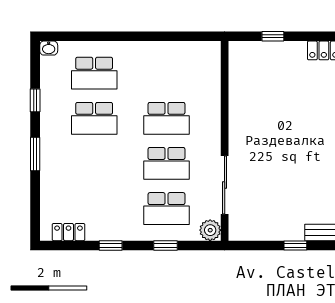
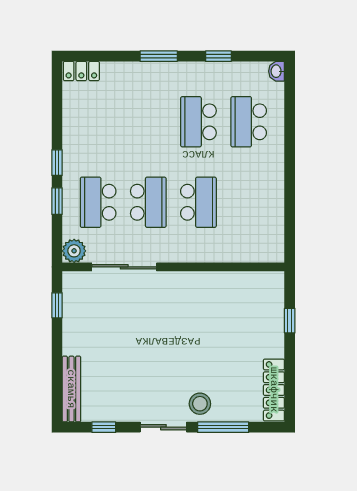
school desk: (166, 118) -> (198, 202), turned 180
school desk: (166, 163) -> (148, 202), turned 180
locker: (68, 232) -> (81, 71), moved, turned 90
window: (111, 245) -> (57, 163), moved
window: (295, 245) -> (57, 305), moved

